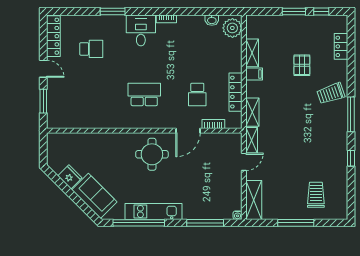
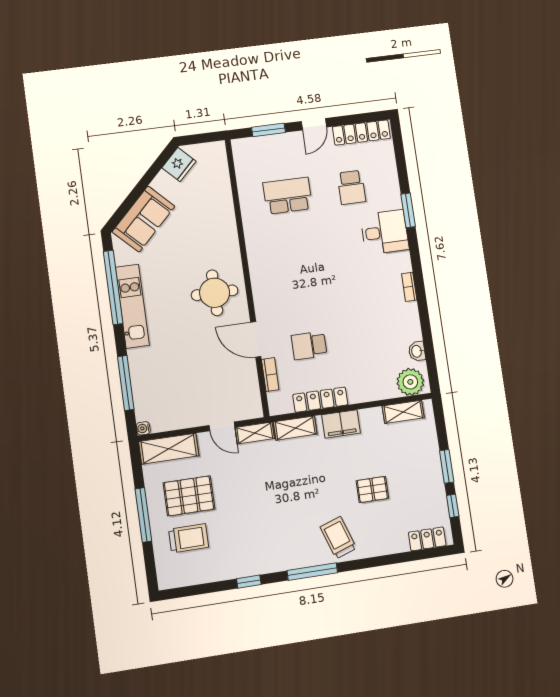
desk: (141, 30) -> (385, 232), moved
locker: (341, 46) -> (427, 539), moved
shelving: (252, 53) -> (403, 412), moved
filing cabinet: (254, 74) -> (341, 424), width x2.00
school desk: (144, 94) -> (288, 196), moved, turned -90
fridge: (70, 177) -> (179, 164), moved
pallet: (288, 191) -> (189, 496), added

